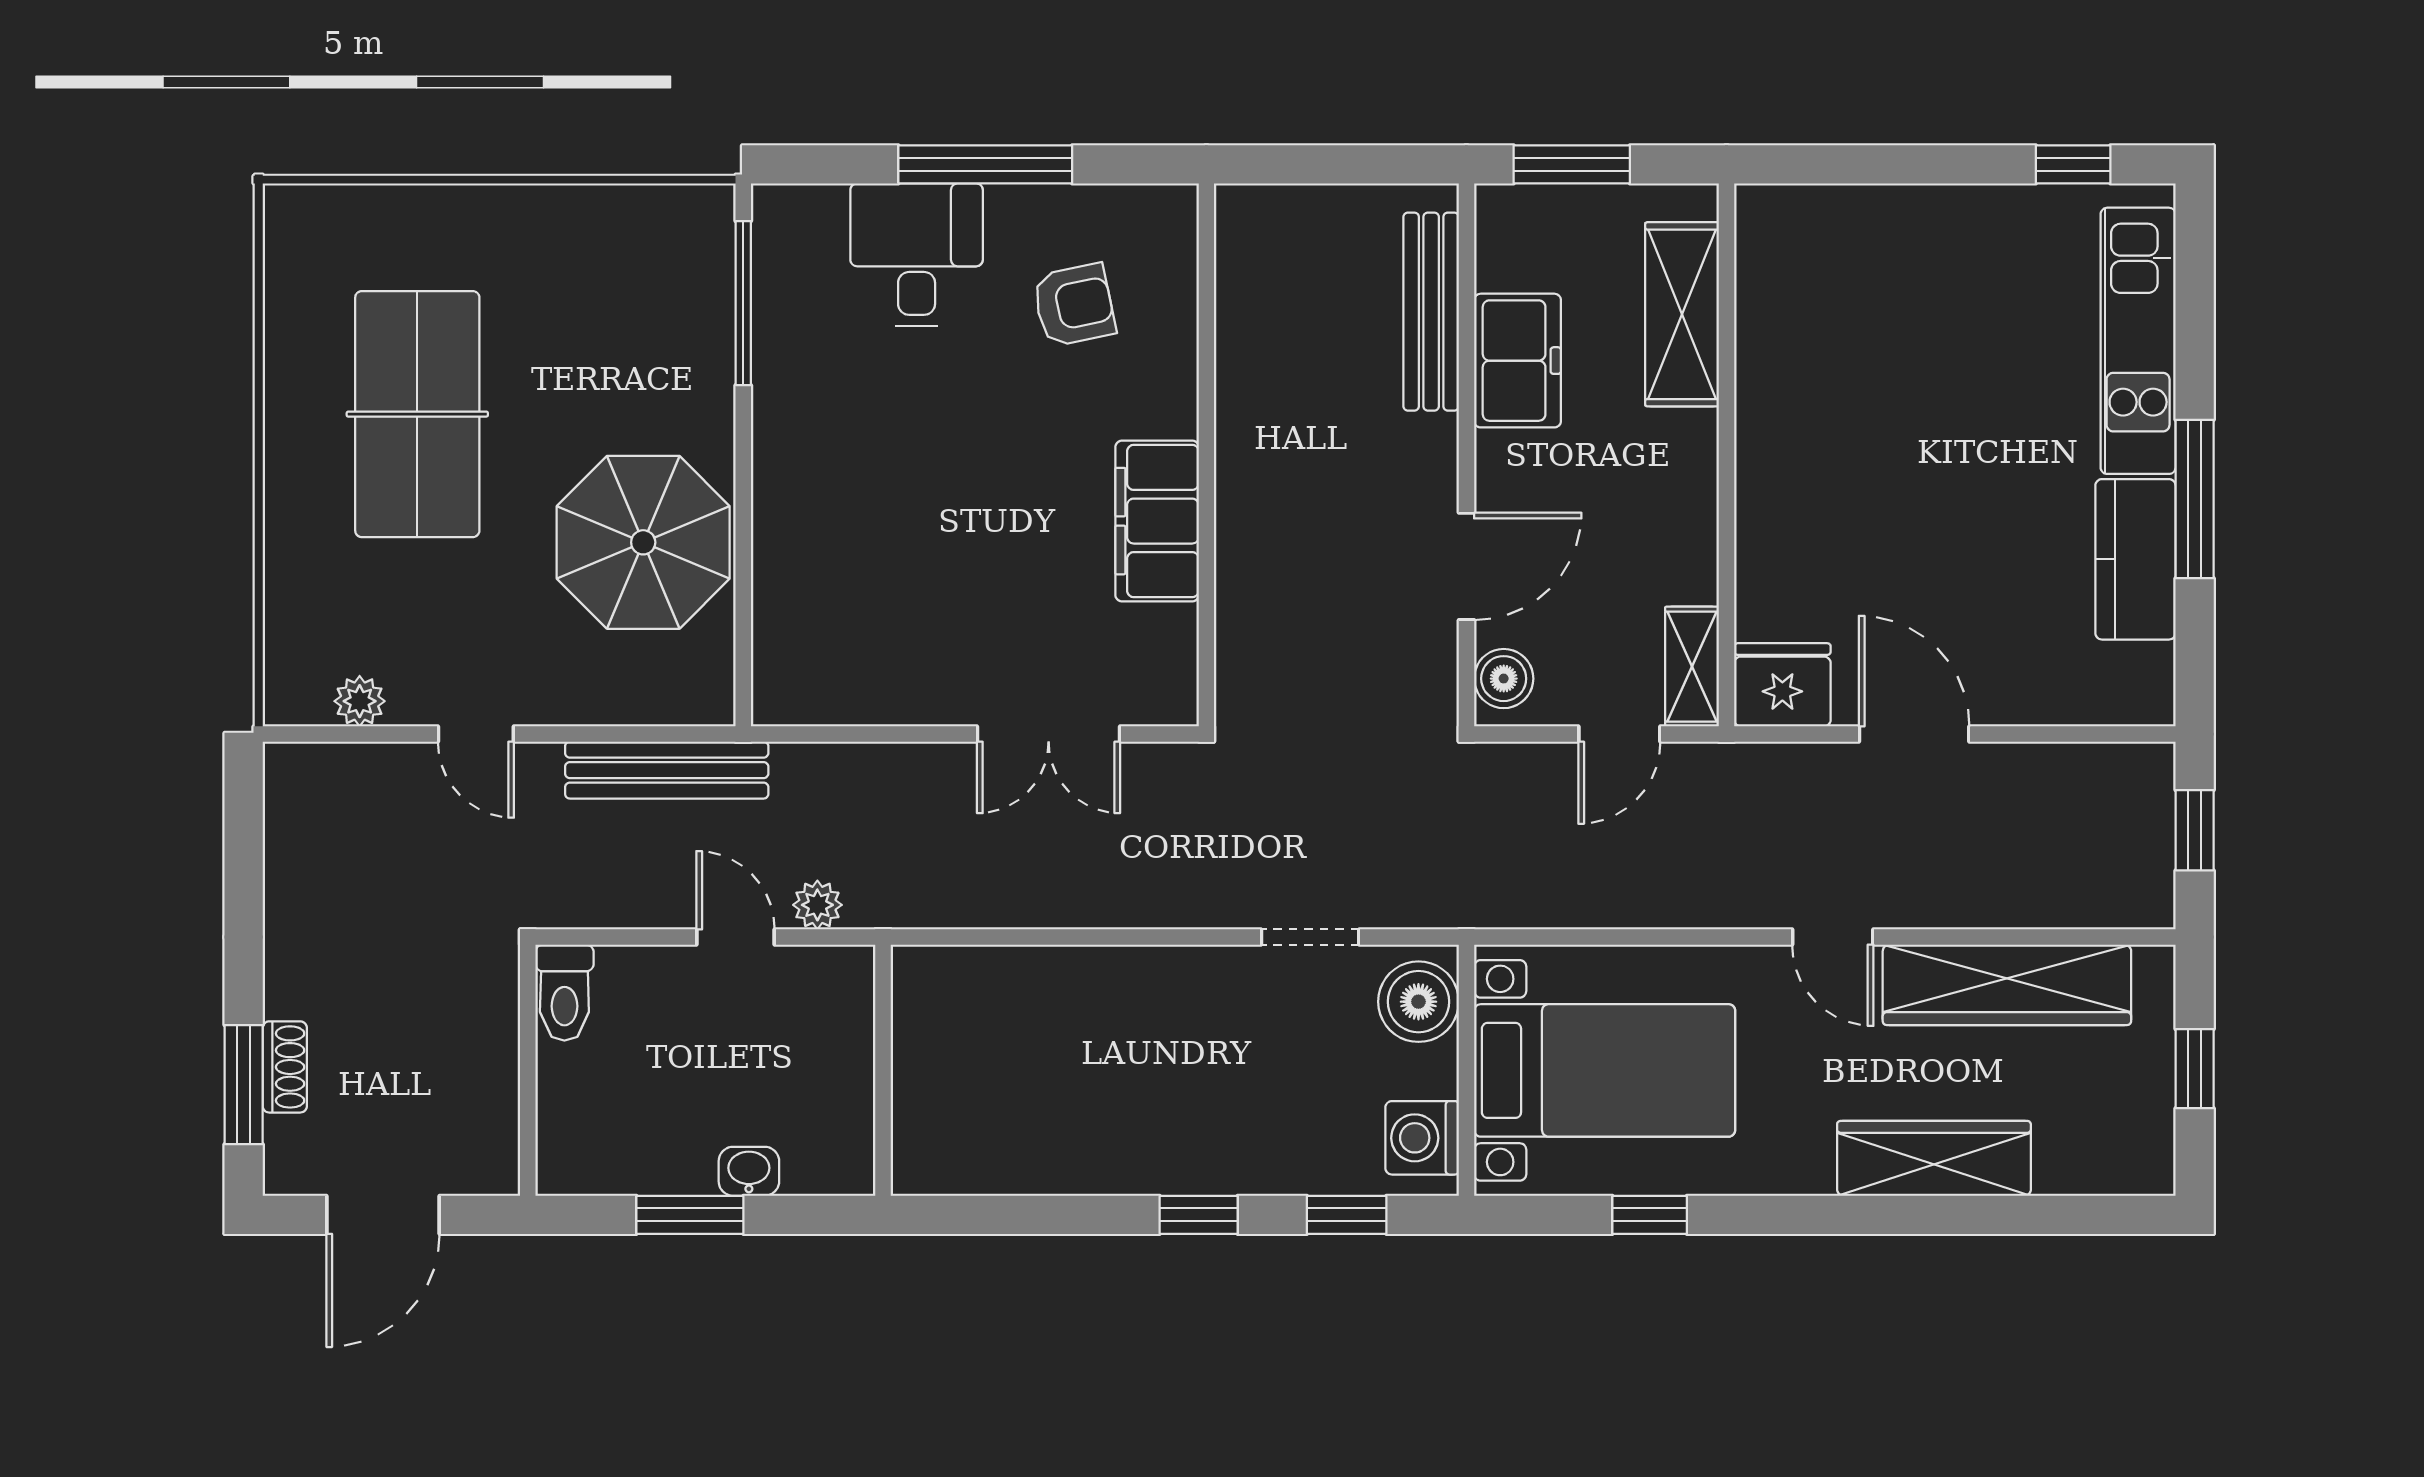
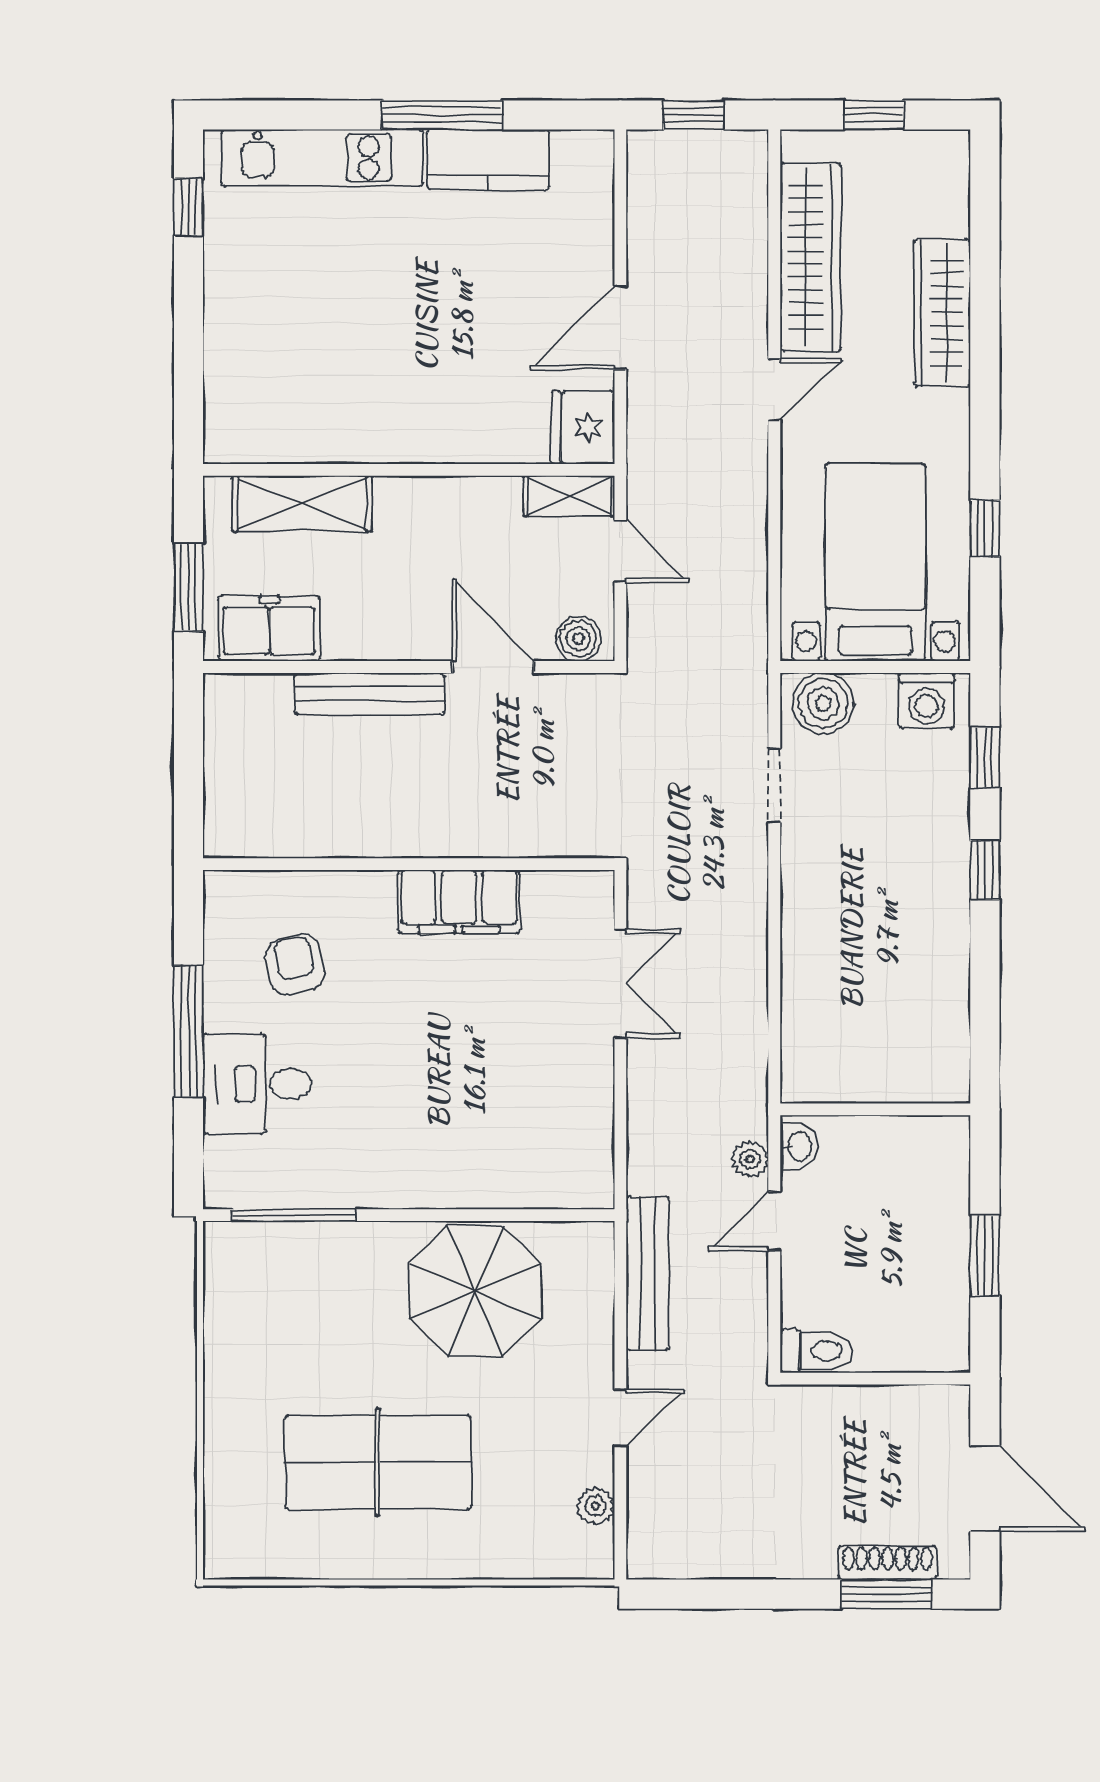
bench: (1431, 312) -> (370, 694), moved
freezer: (1518, 361) -> (269, 628), moved
shoe rack: (285, 1067) -> (888, 1563), width x1.43
washbasin: (749, 1171) -> (799, 1146), moved, turned 180

